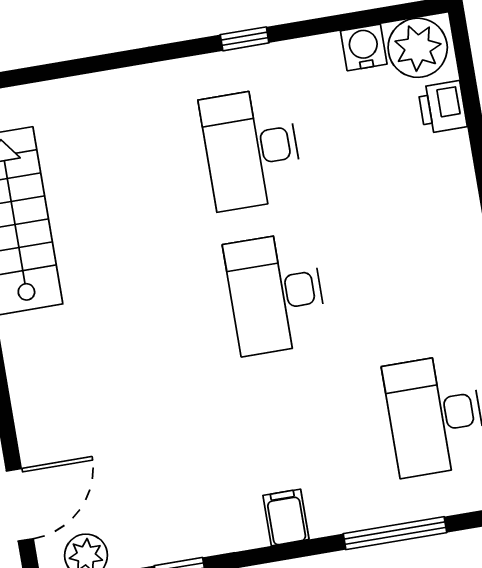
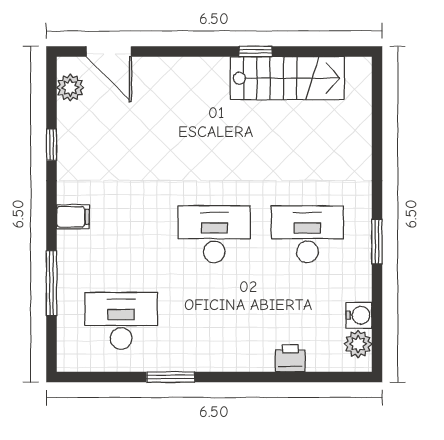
window: (245, 39) -> (377, 242), width x1.50
plant: (418, 48) -> (358, 344), width x0.73, depth x0.73
printer: (442, 107) -> (290, 358), moved

